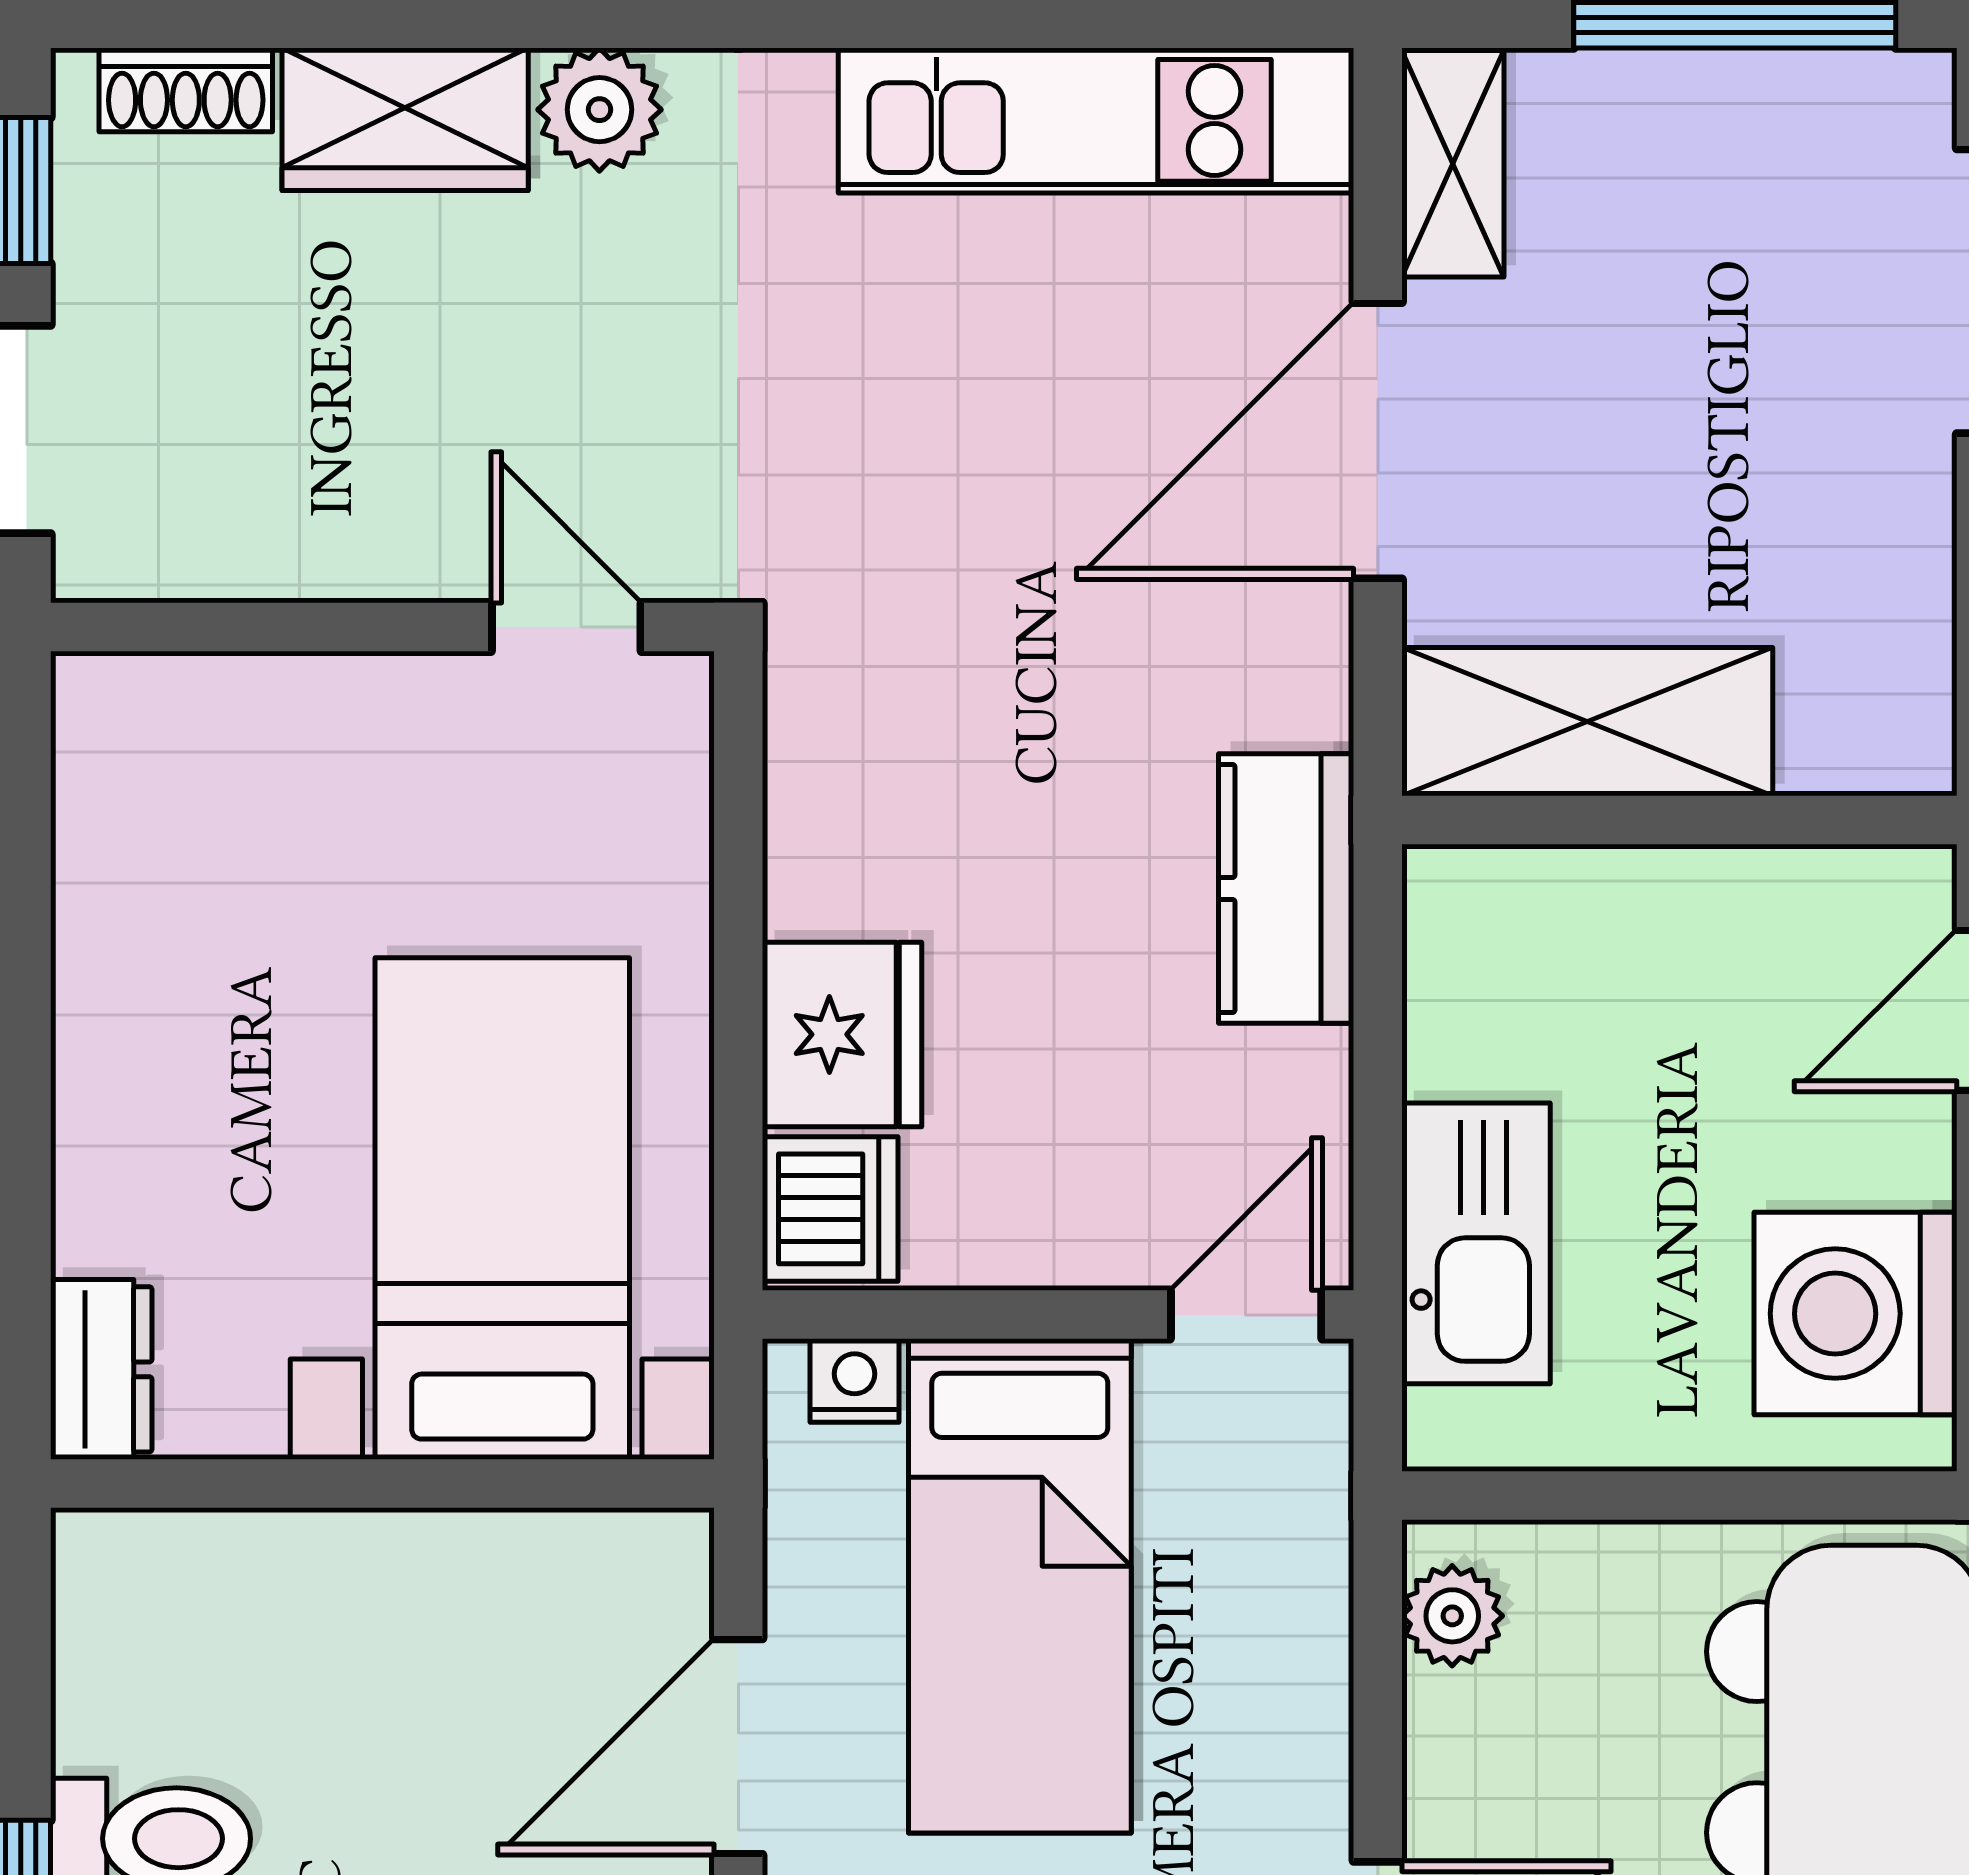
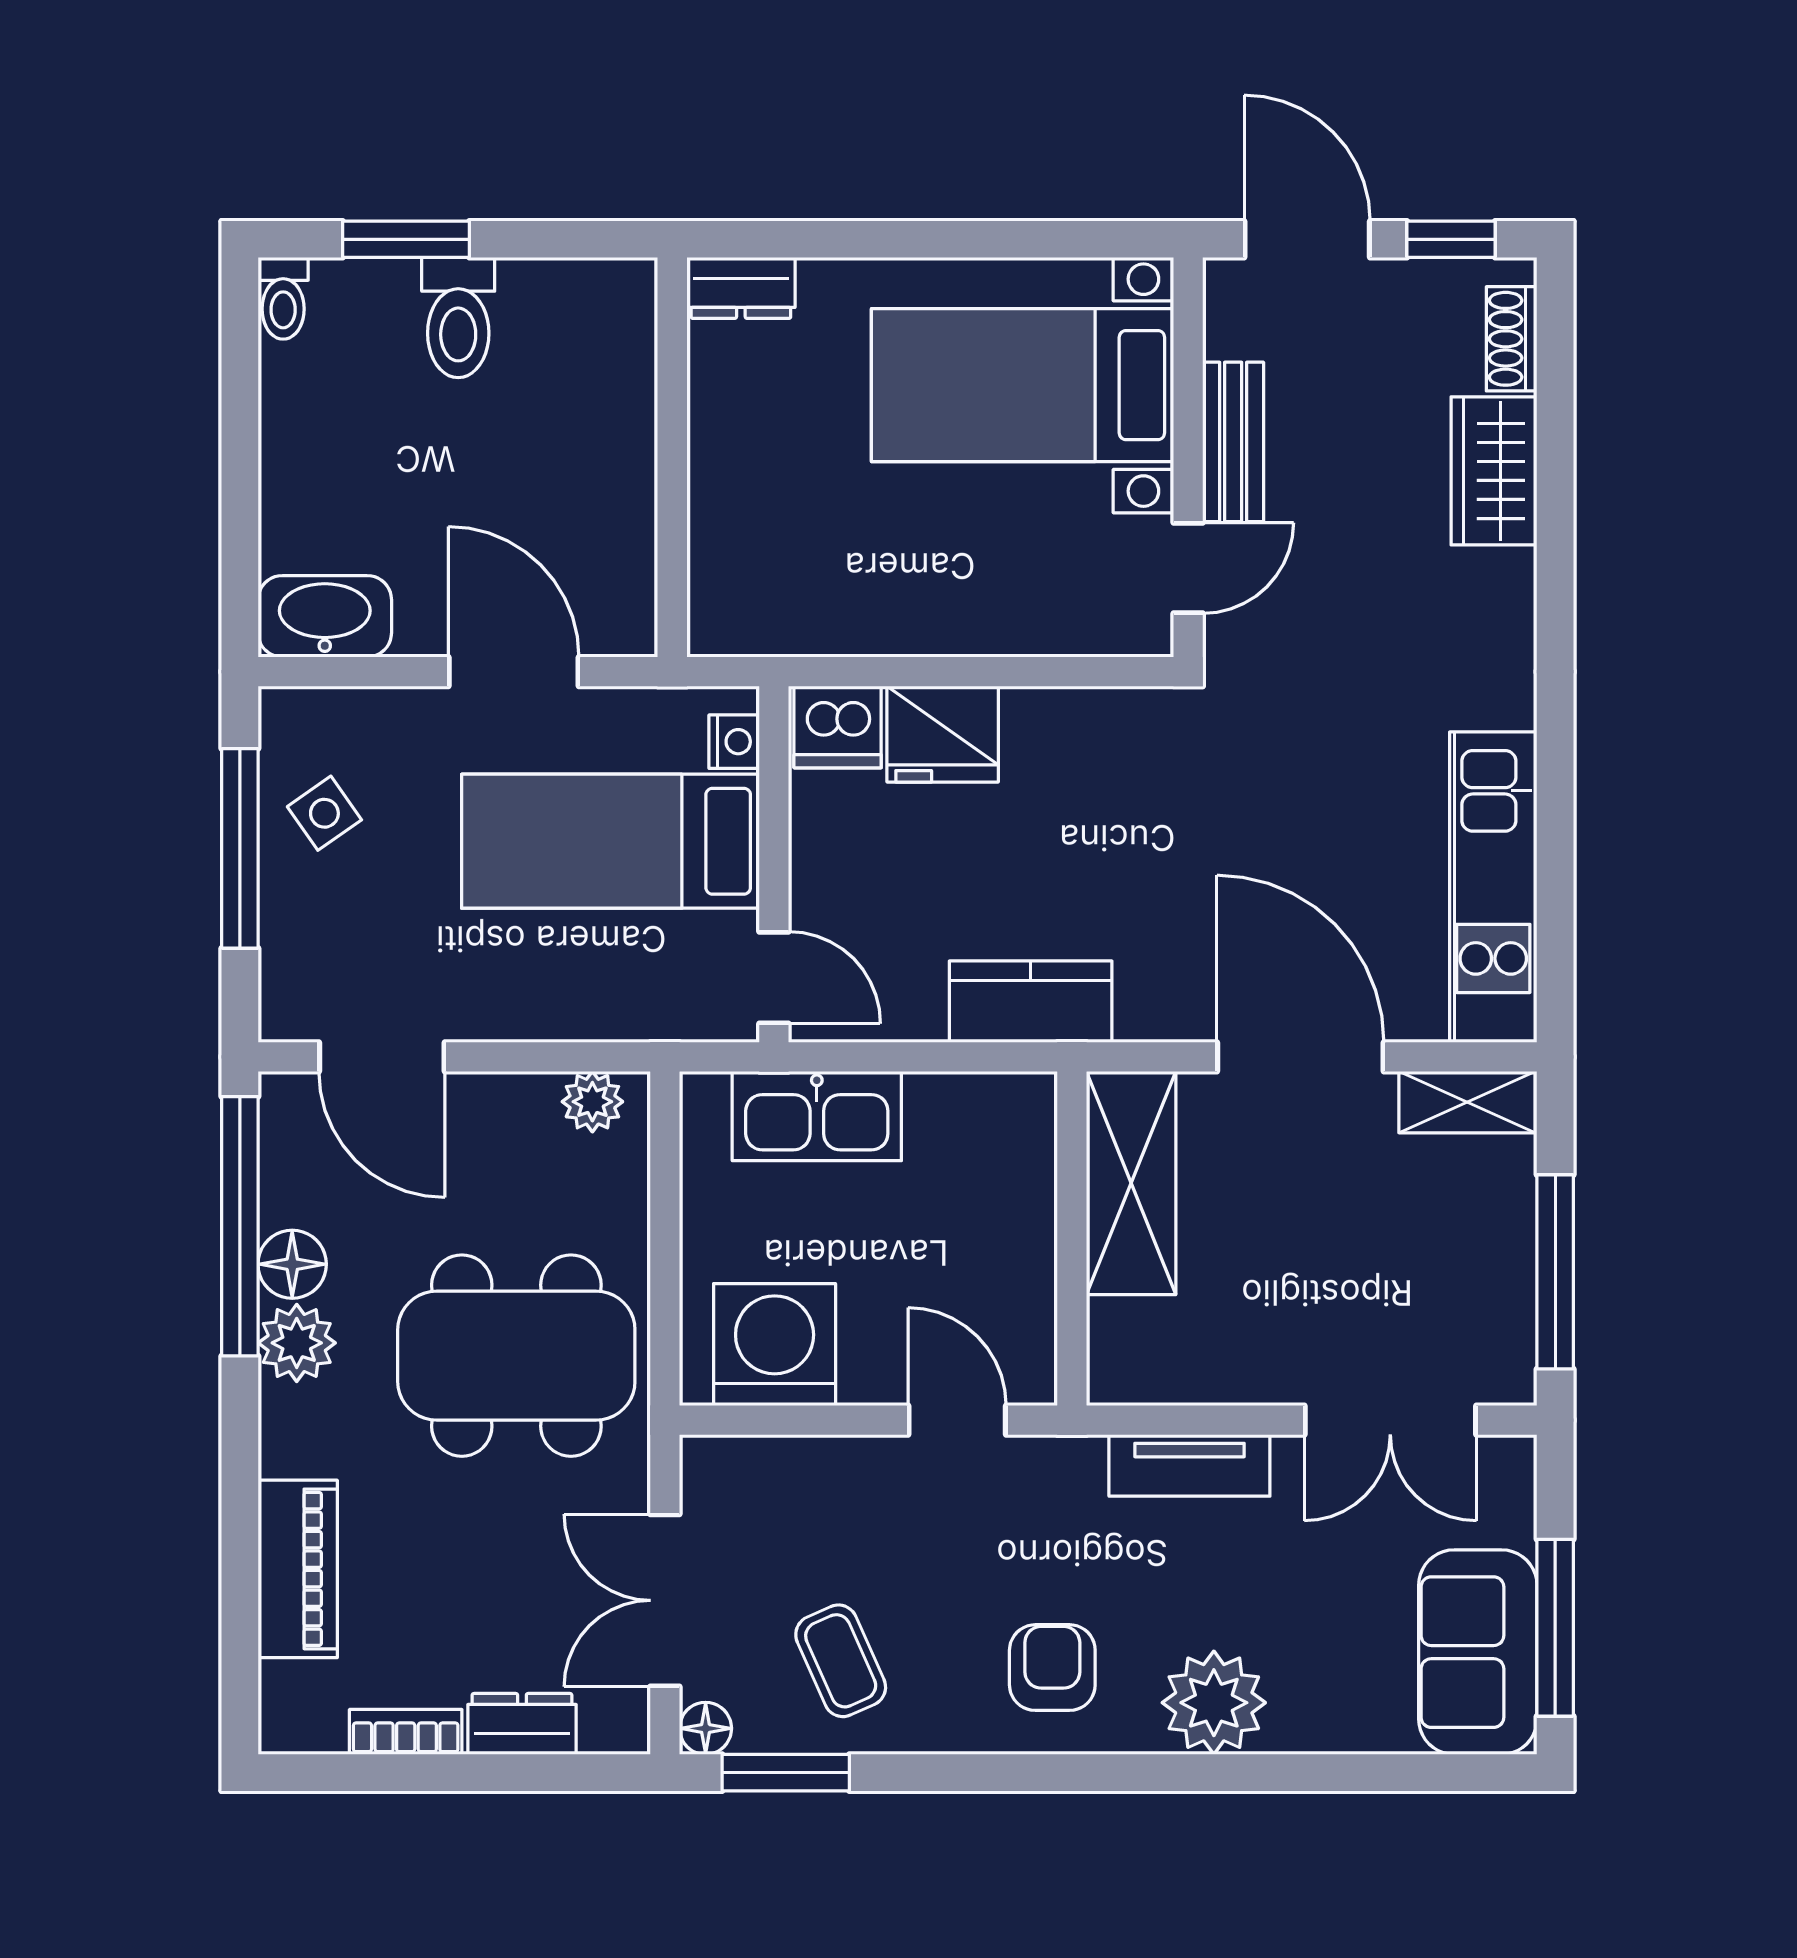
plant: (599, 110) -> (1500, 588), removed
bench: (357, 552) -> (1233, 442), added
bed with nightstands: (502, 1208) -> (1023, 385), moved, turned 180

